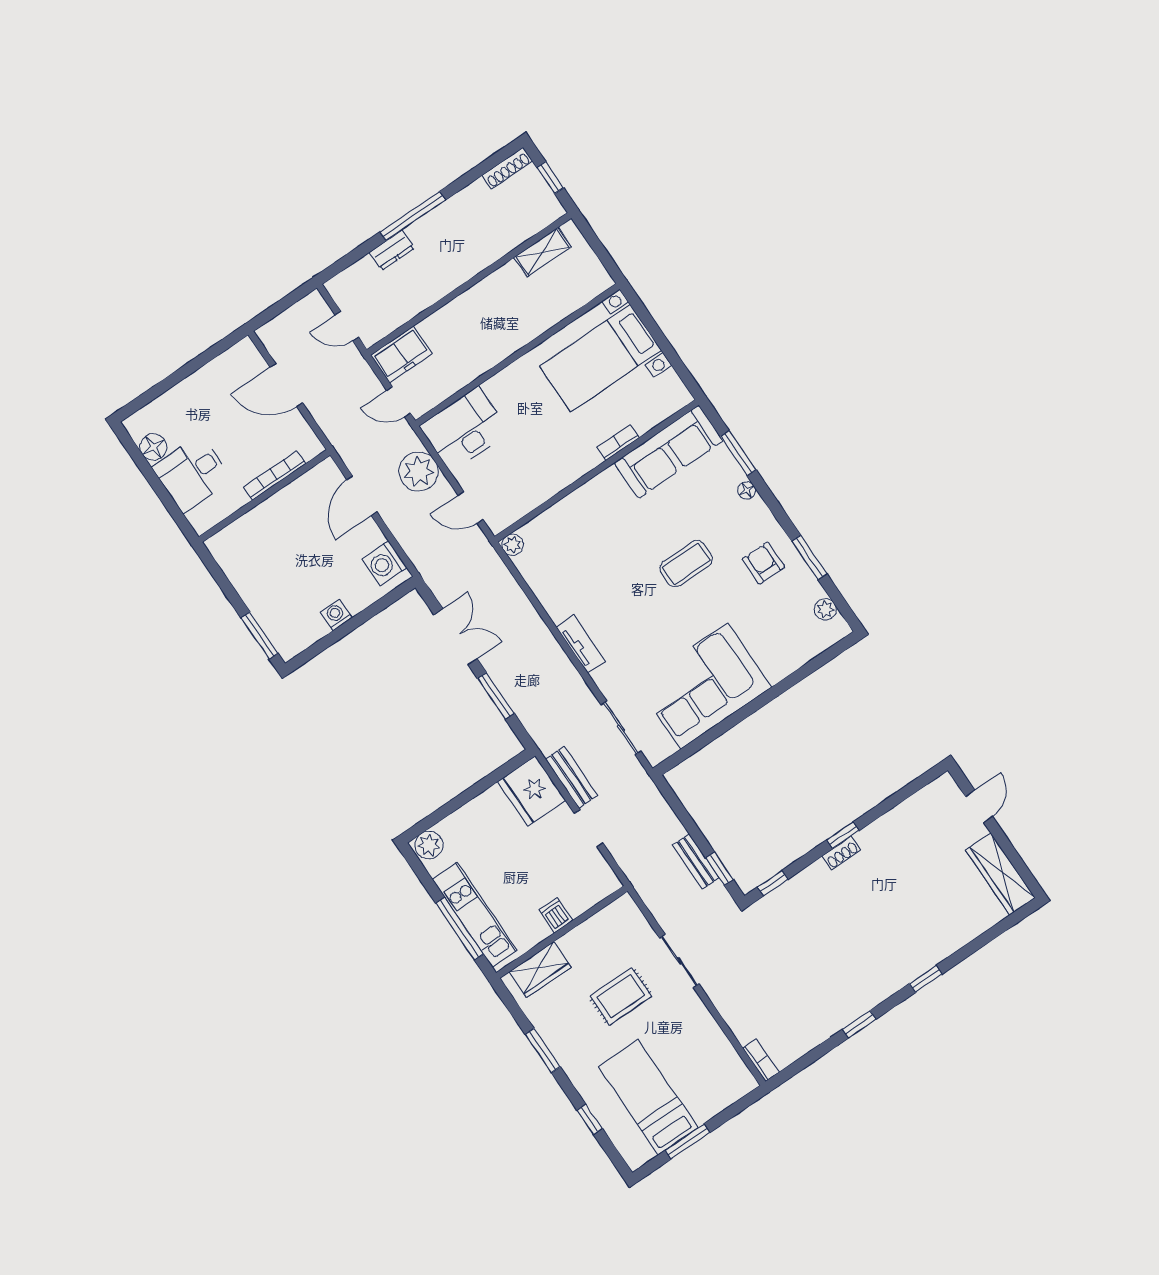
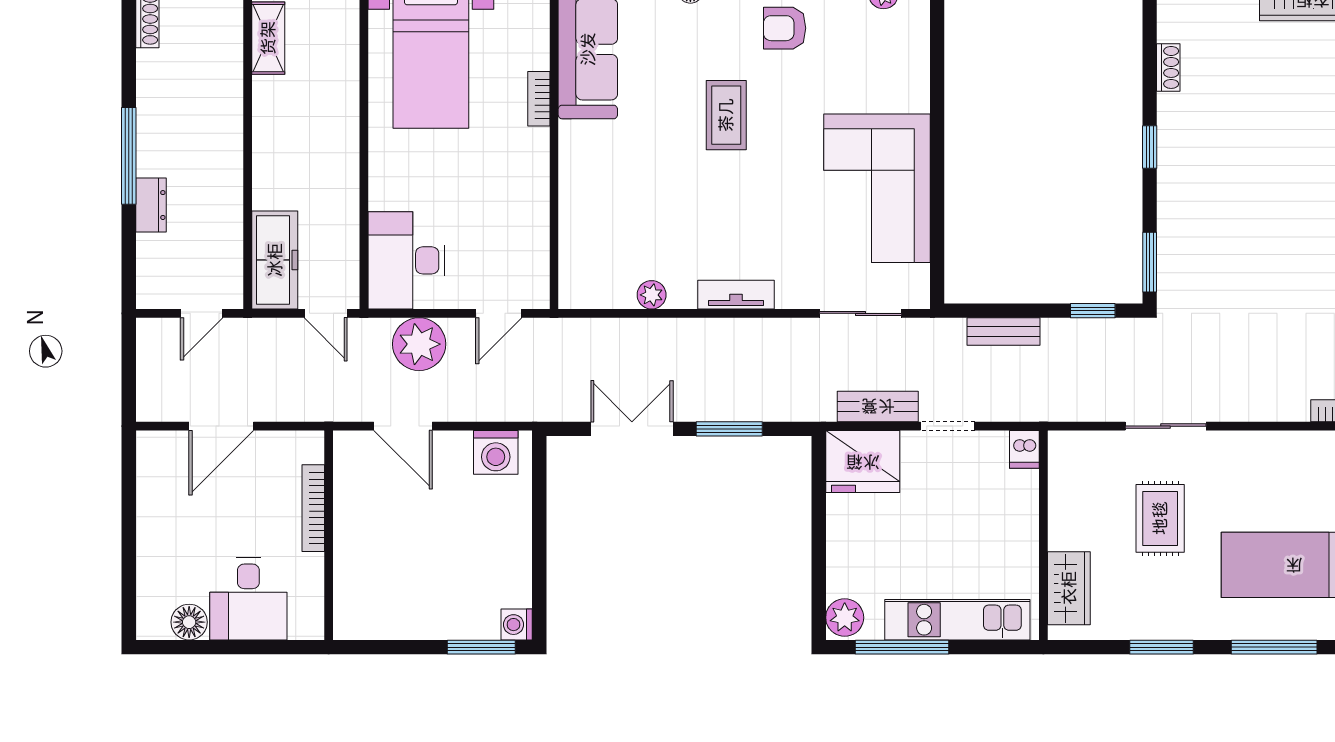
freezer: (401, 354) -> (275, 260), width x1.40
door: (398, 402) -> (326, 313), hinge flipped
plant: (513, 545) -> (652, 295), moved
washing machine: (336, 615) -> (517, 625), moved
shoe rack: (841, 853) -> (1168, 67), moved
bench: (696, 861) -> (1004, 332), moved
window: (773, 883) -> (1150, 262), width x1.50
dishwasher: (556, 915) -> (1024, 449), moved, turned -90
window: (460, 929) -> (902, 647), moved
window: (590, 1119) -> (1274, 647), width x2.17

